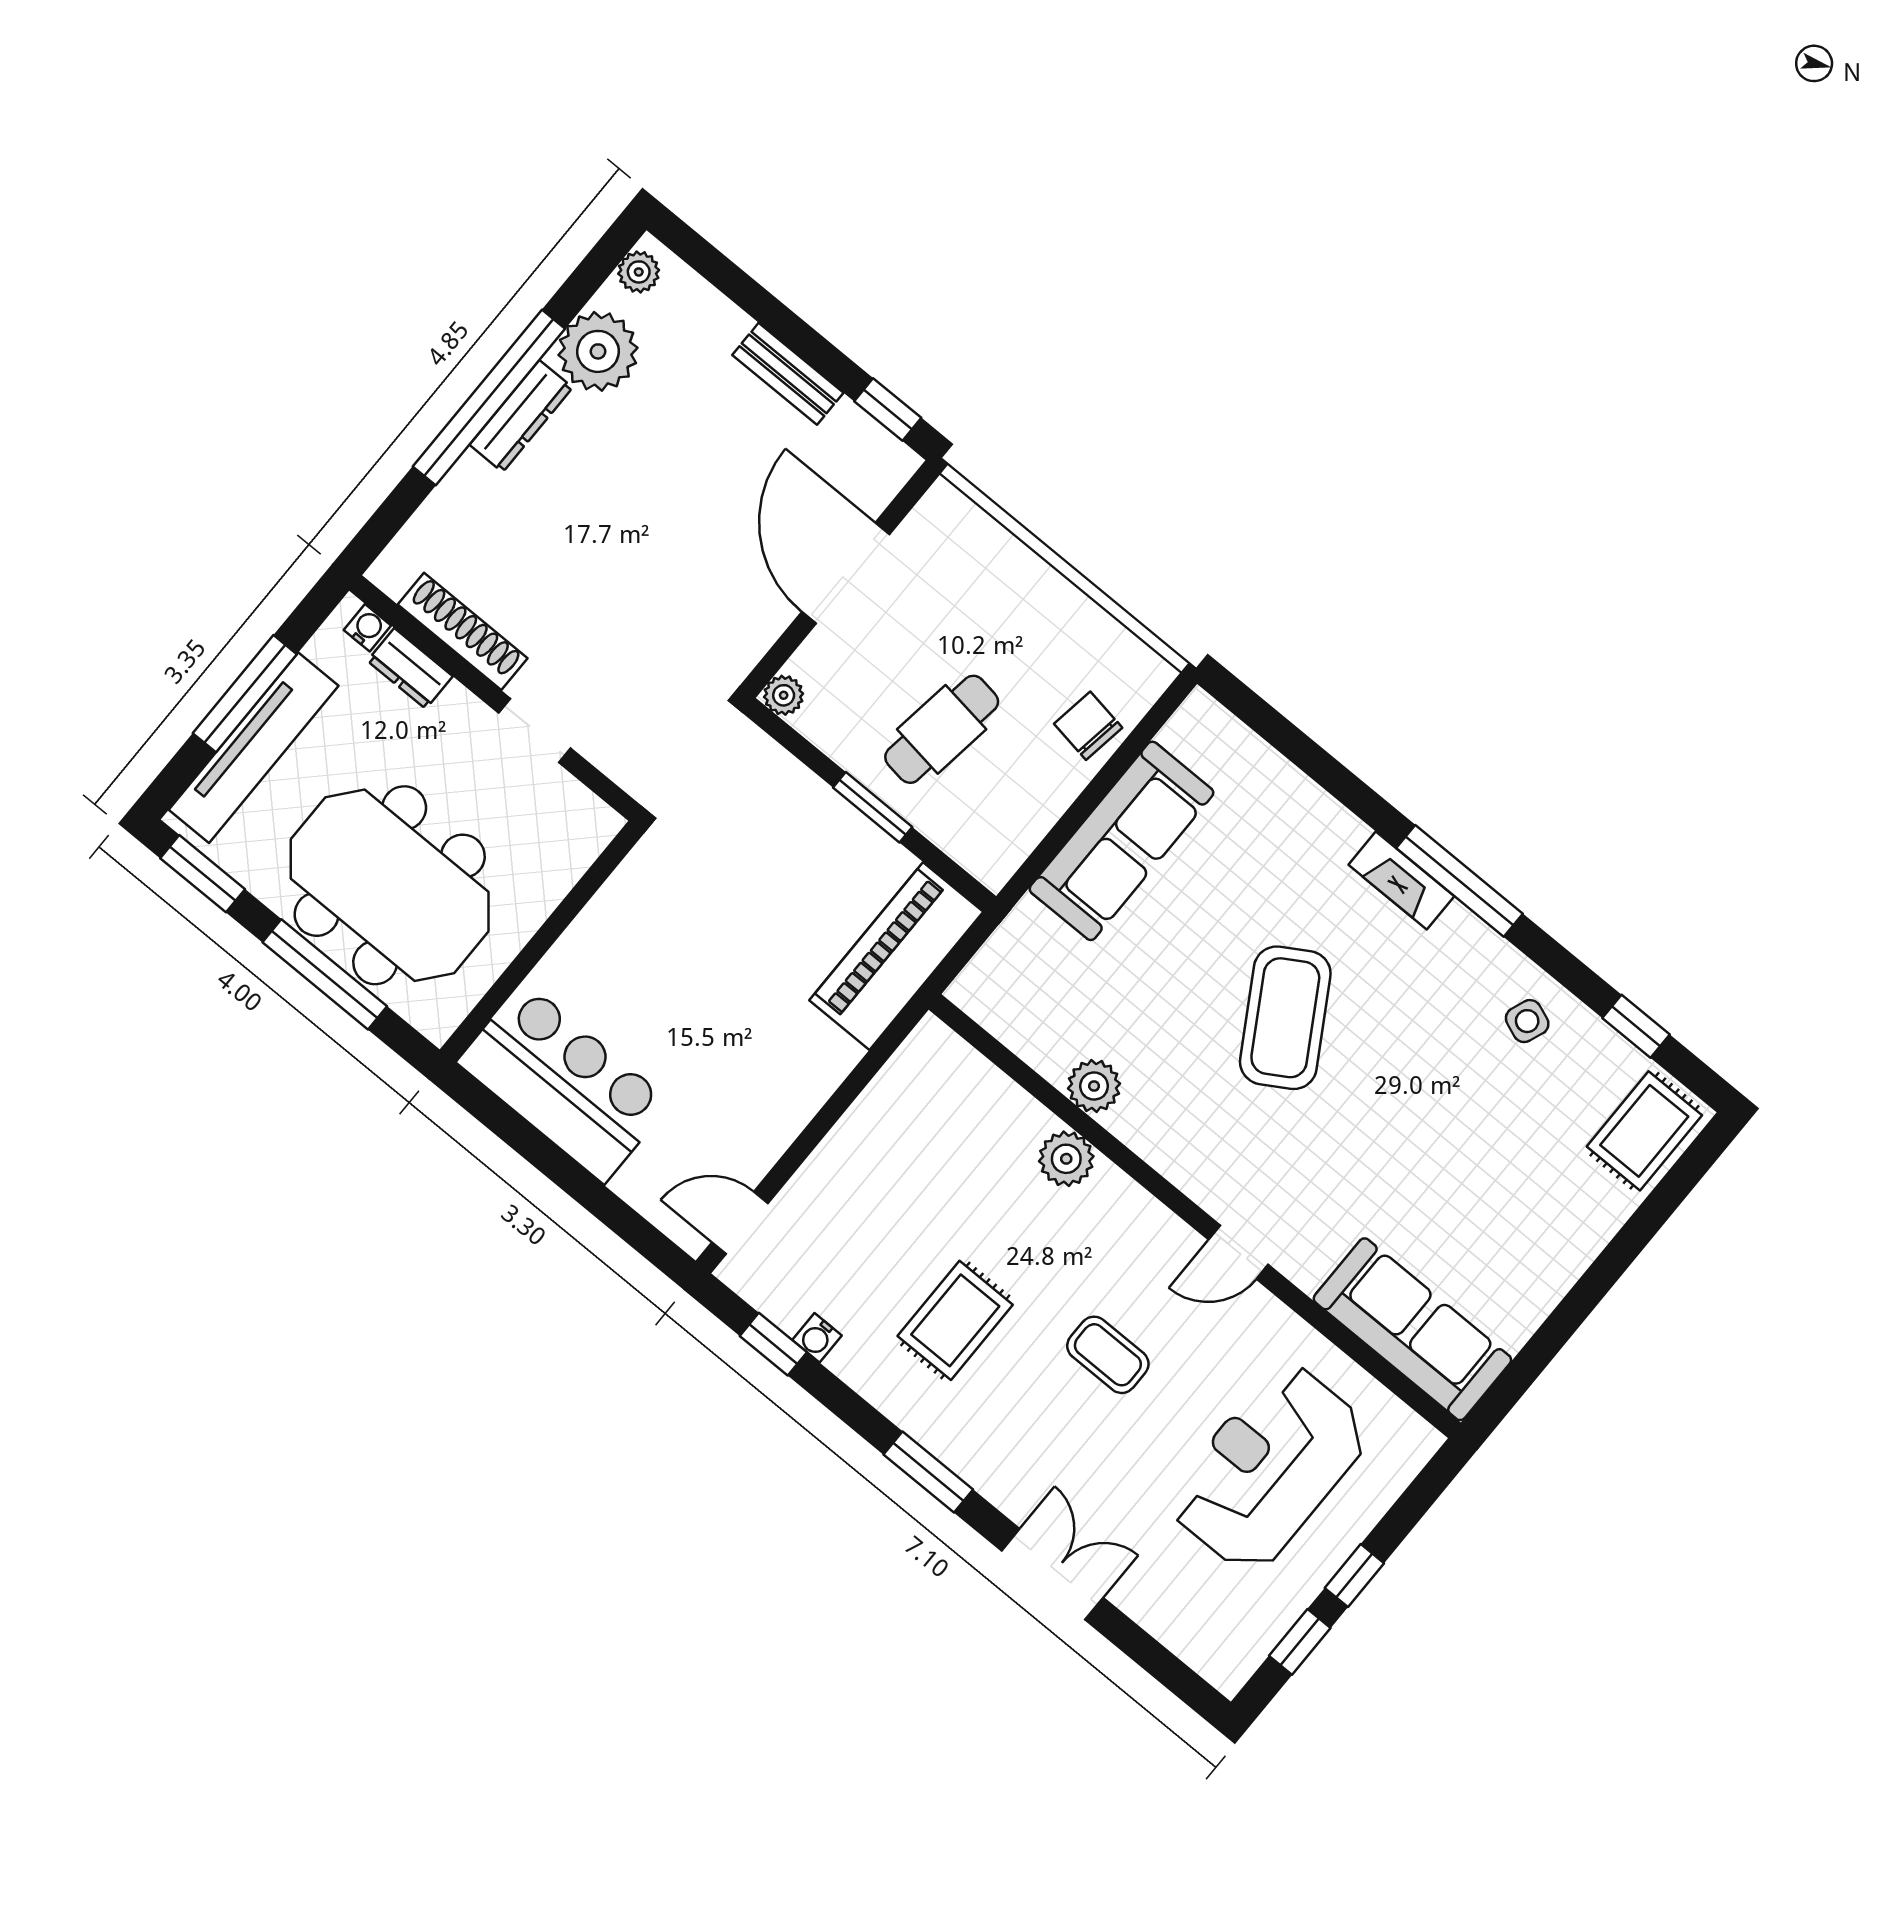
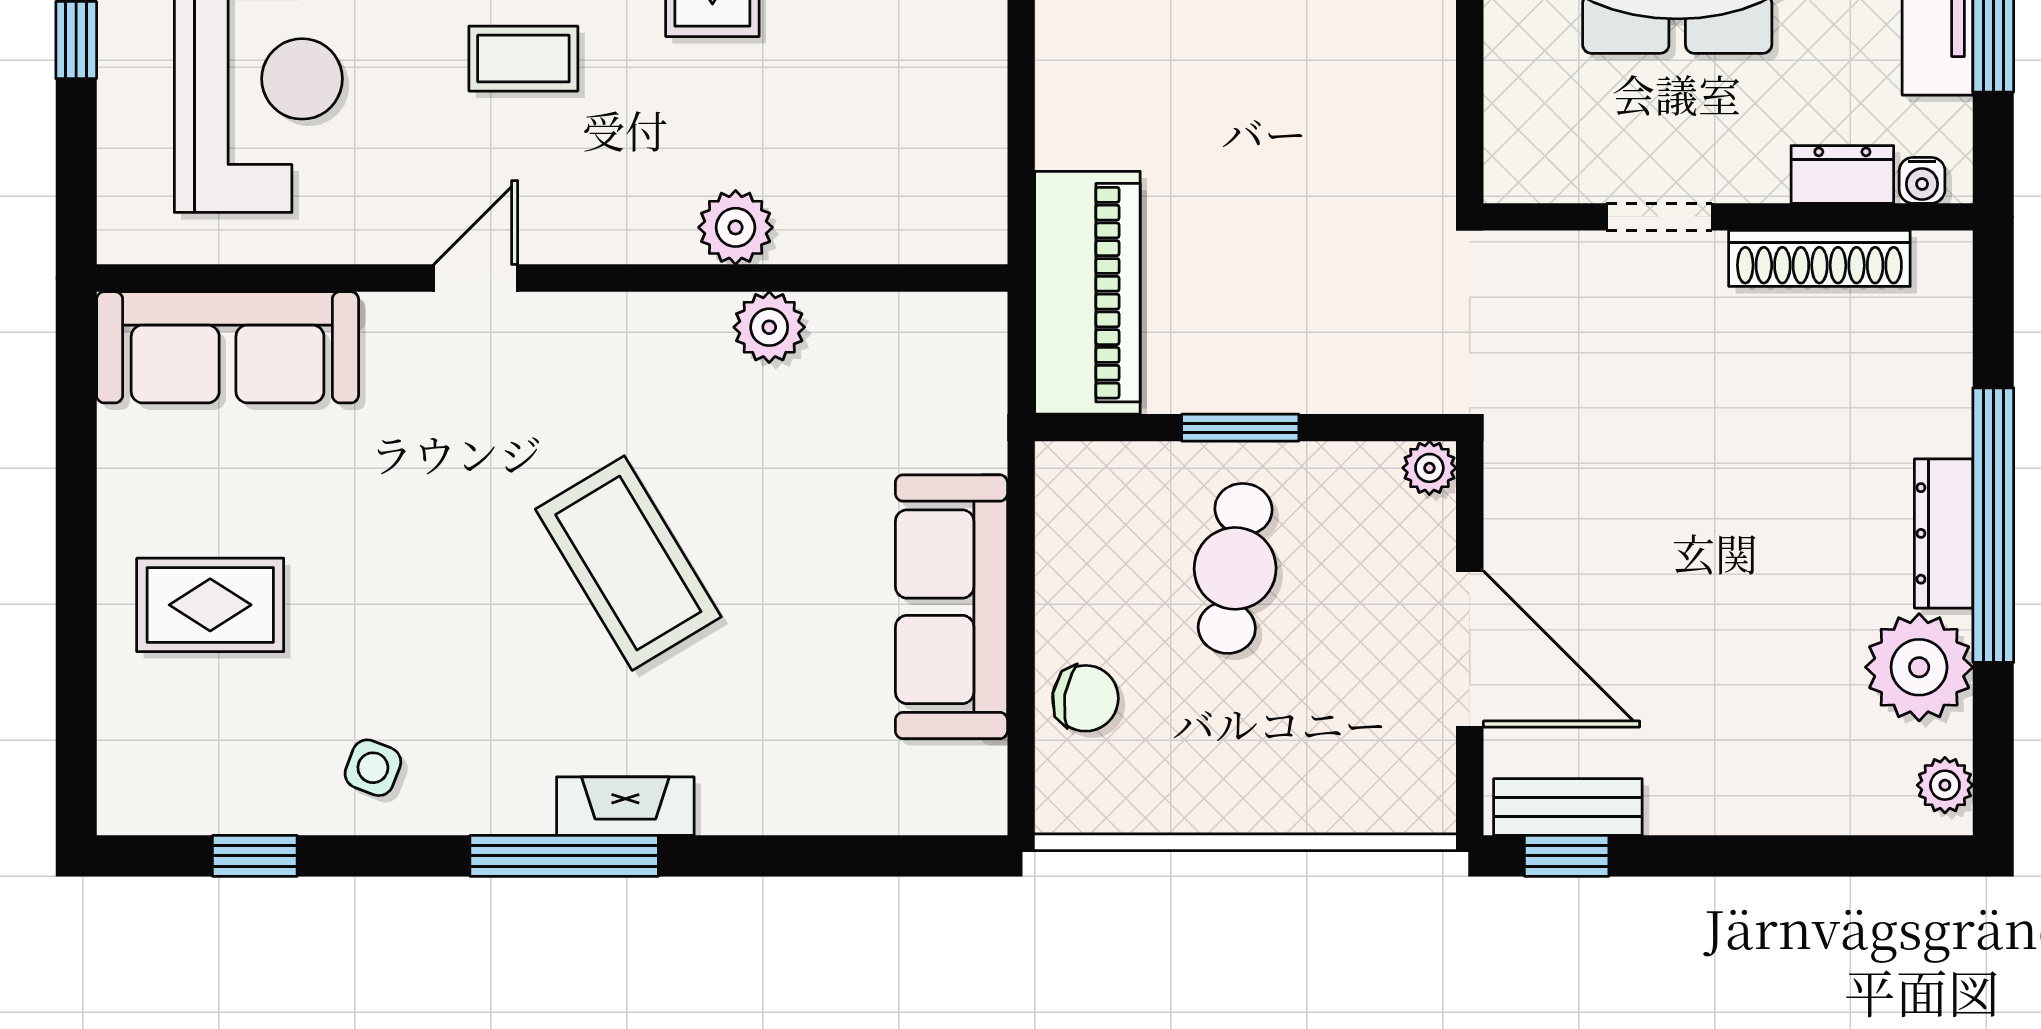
bench: (788, 374) -> (1568, 807), moved
rug: (1644, 1131) -> (210, 605), moved, turned 90

